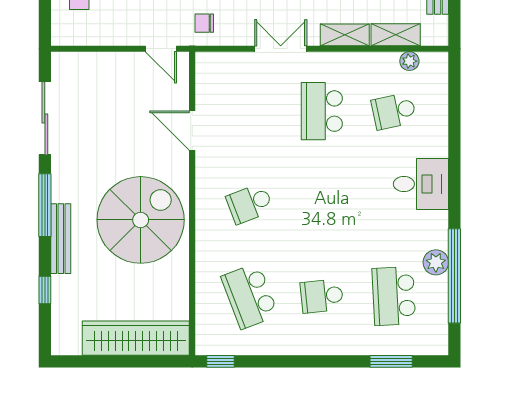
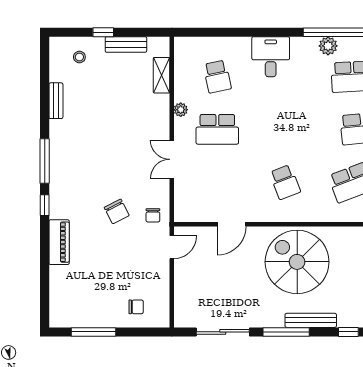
shelving: (345, 35) -> (161, 113), removed
plant: (409, 61) -> (181, 110), moved

